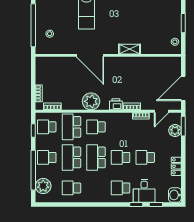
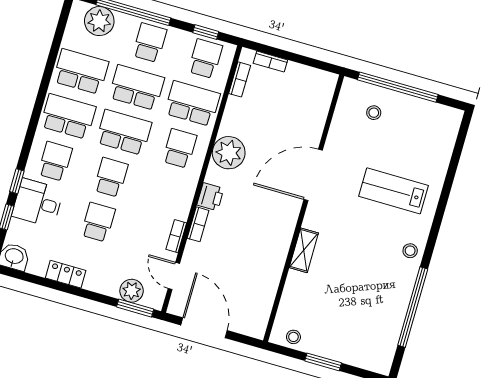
school desk: (71, 188) -> (81, 72), width x1.85
school desk: (96, 188) -> (68, 116), added

